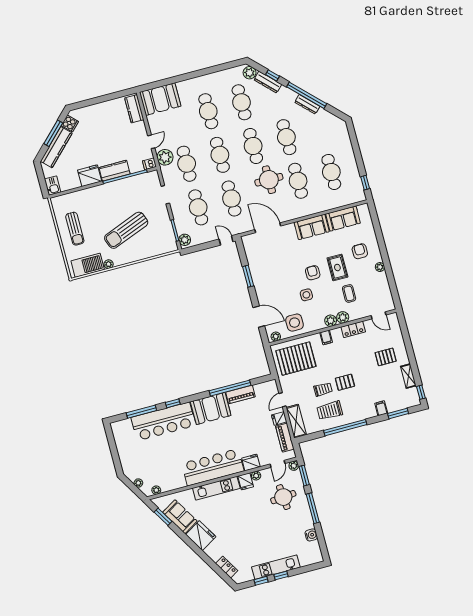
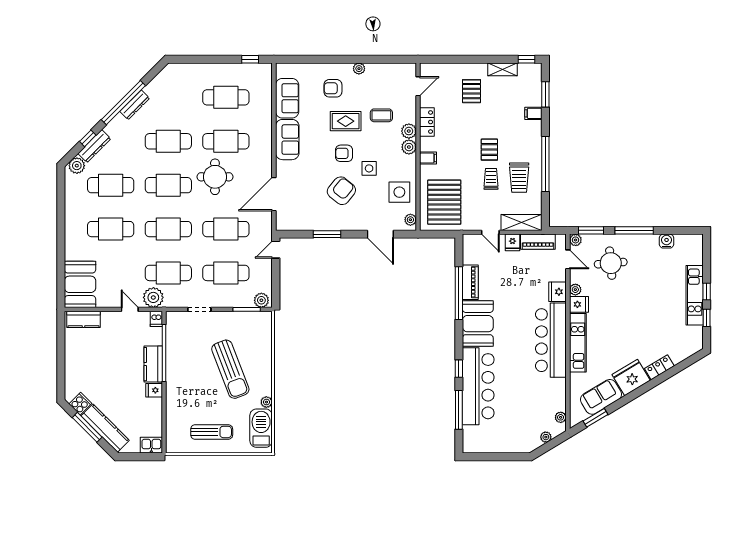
fridge: (90, 176) -> (154, 390), width x0.53, depth x0.75
armchair: (284, 278) -> (341, 191), added
door: (259, 317) -> (380, 234), swing flipped
locker: (227, 567) -> (659, 367), moved

